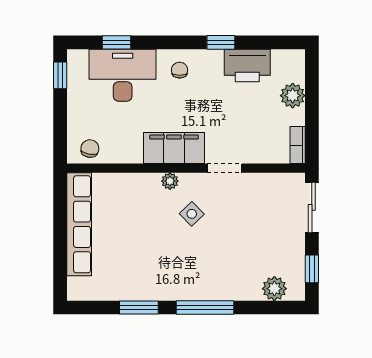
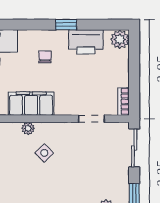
chair: (180, 70) -> (45, 57), moved
plant: (293, 96) -> (120, 39), moved
doorway: (225, 168) -> (91, 119), moved

